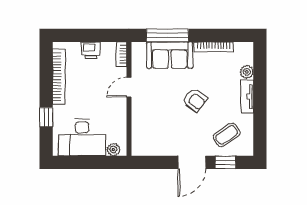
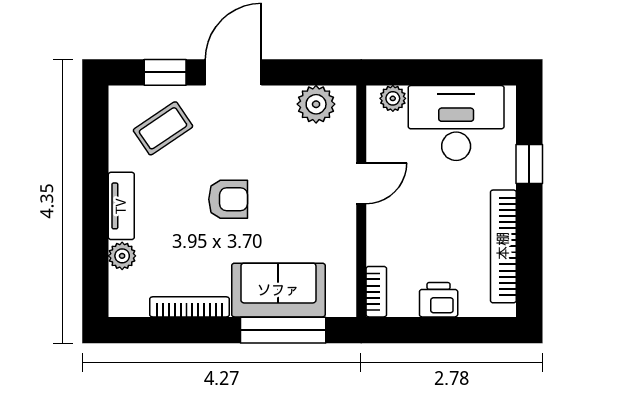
door: (129, 87) -> (361, 183), moved
armchair: (195, 100) -> (228, 199), turned 143
plant: (151, 147) -> (316, 104), added

